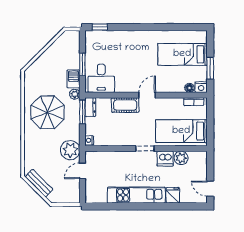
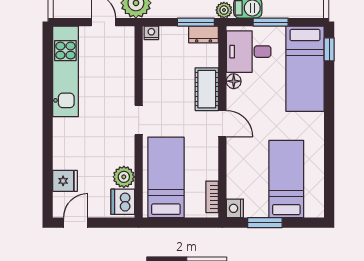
bed: (112, 43) -> (305, 69), added
floor lamp: (189, 88) -> (234, 81), moved
dishwasher: (165, 159) -> (123, 202), moved
kitchen unit: (136, 195) -> (65, 71), moved
fridge: (173, 195) -> (65, 181), moved

